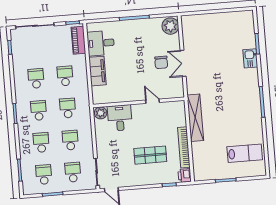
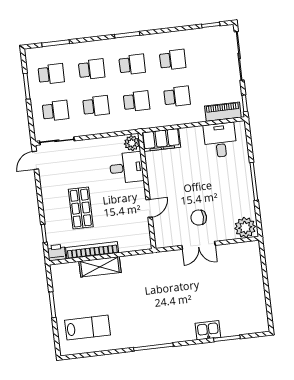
double door: (183, 63) -> (198, 245), swing flipped
filing cabinet: (97, 71) -> (161, 140), moved
shelving: (195, 118) -> (100, 267), moved, width x0.68
lab bench: (245, 153) -> (88, 328), turned -90

